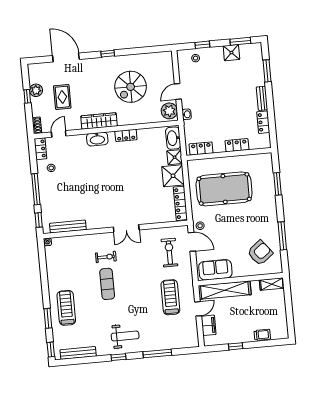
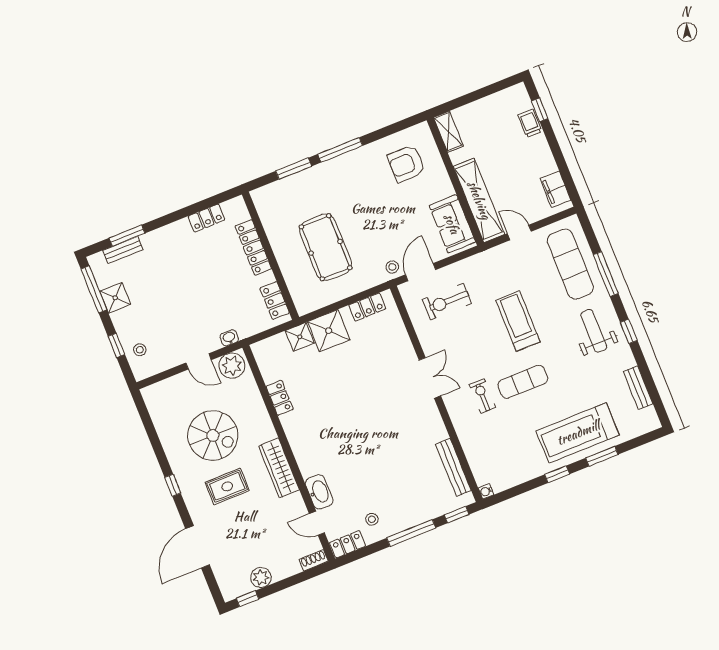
window: (240, 41) -> (94, 289), width x1.44
window: (27, 96) -> (248, 599), moved
rug: (62, 97) -> (227, 486), moved
bench: (262, 98) -> (123, 250), moved
locker: (126, 135) -> (280, 398), moved
washbasin: (173, 138) -> (271, 348), removed
washbasin: (97, 139) -> (319, 492), moved
locker: (237, 145) -> (253, 247), width x1.53
pool table: (224, 189) -> (326, 247), width x0.73, depth x0.76
locker: (180, 203) -> (367, 307), width x0.66
window: (282, 236) -> (340, 150), moved
armchair: (260, 253) -> (406, 164), turned -52
treadmill: (170, 297) -> (518, 321), moved, turned 90
treadmill: (66, 308) -> (578, 433), width x1.37, depth x1.38
filing cabinet: (209, 325) -> (555, 189), moved, turned -90
exercise mat: (170, 334) -> (570, 264), added
window: (236, 346) -> (540, 110), moved
window: (51, 350) -> (557, 474), moved
bench: (78, 353) -> (638, 388), width x0.73

